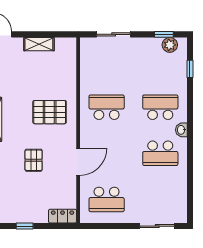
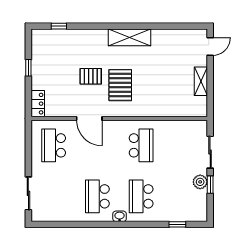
window: (164, 34) -> (210, 185), moved
plant: (170, 45) -> (200, 182), moved
school desk: (160, 107) -> (141, 196), turned 180
pallet: (50, 112) -> (120, 85), moved

